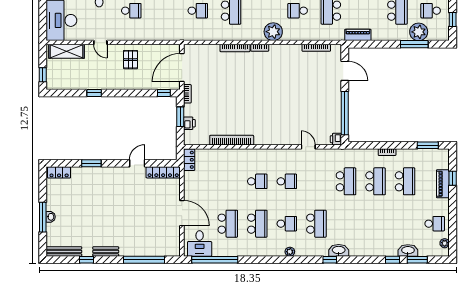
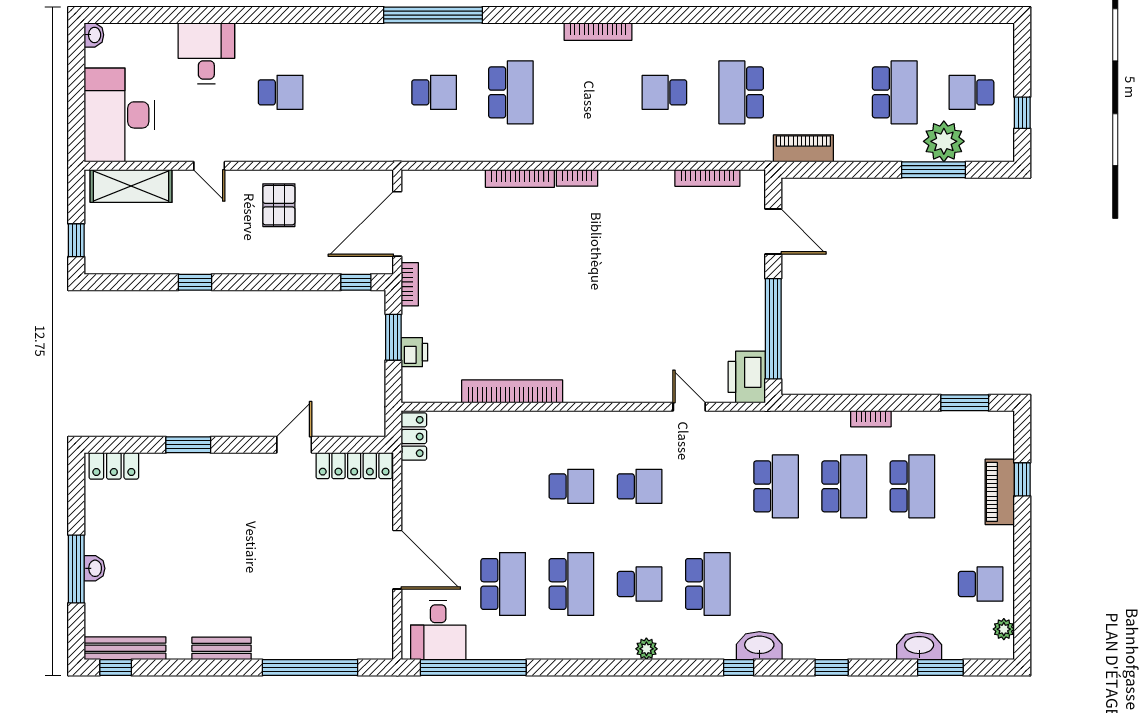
plant: (273, 32) -> (608, 141), removed
printer: (336, 139) -> (747, 377), width x1.87, depth x1.48
window: (87, 260) -> (116, 667), moved
window: (392, 260) -> (832, 667), moved

